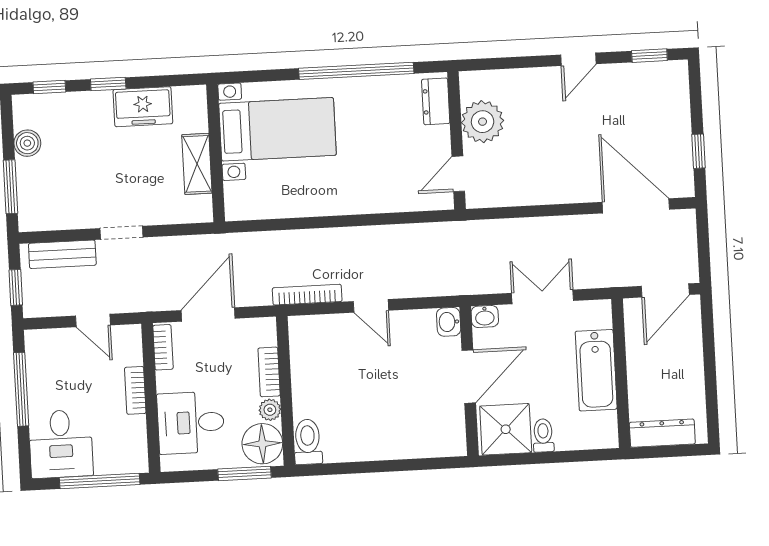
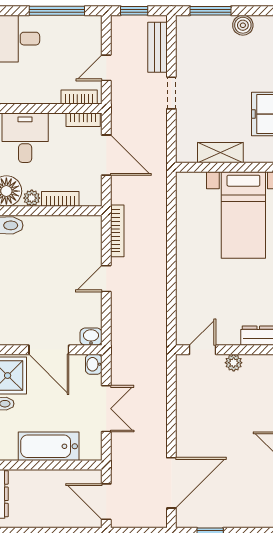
plant: (483, 122) -> (234, 363), width x0.53, depth x0.53
door: (458, 174) -> (203, 350), hinge flipped
bookcase: (135, 390) -> (79, 97), moved

